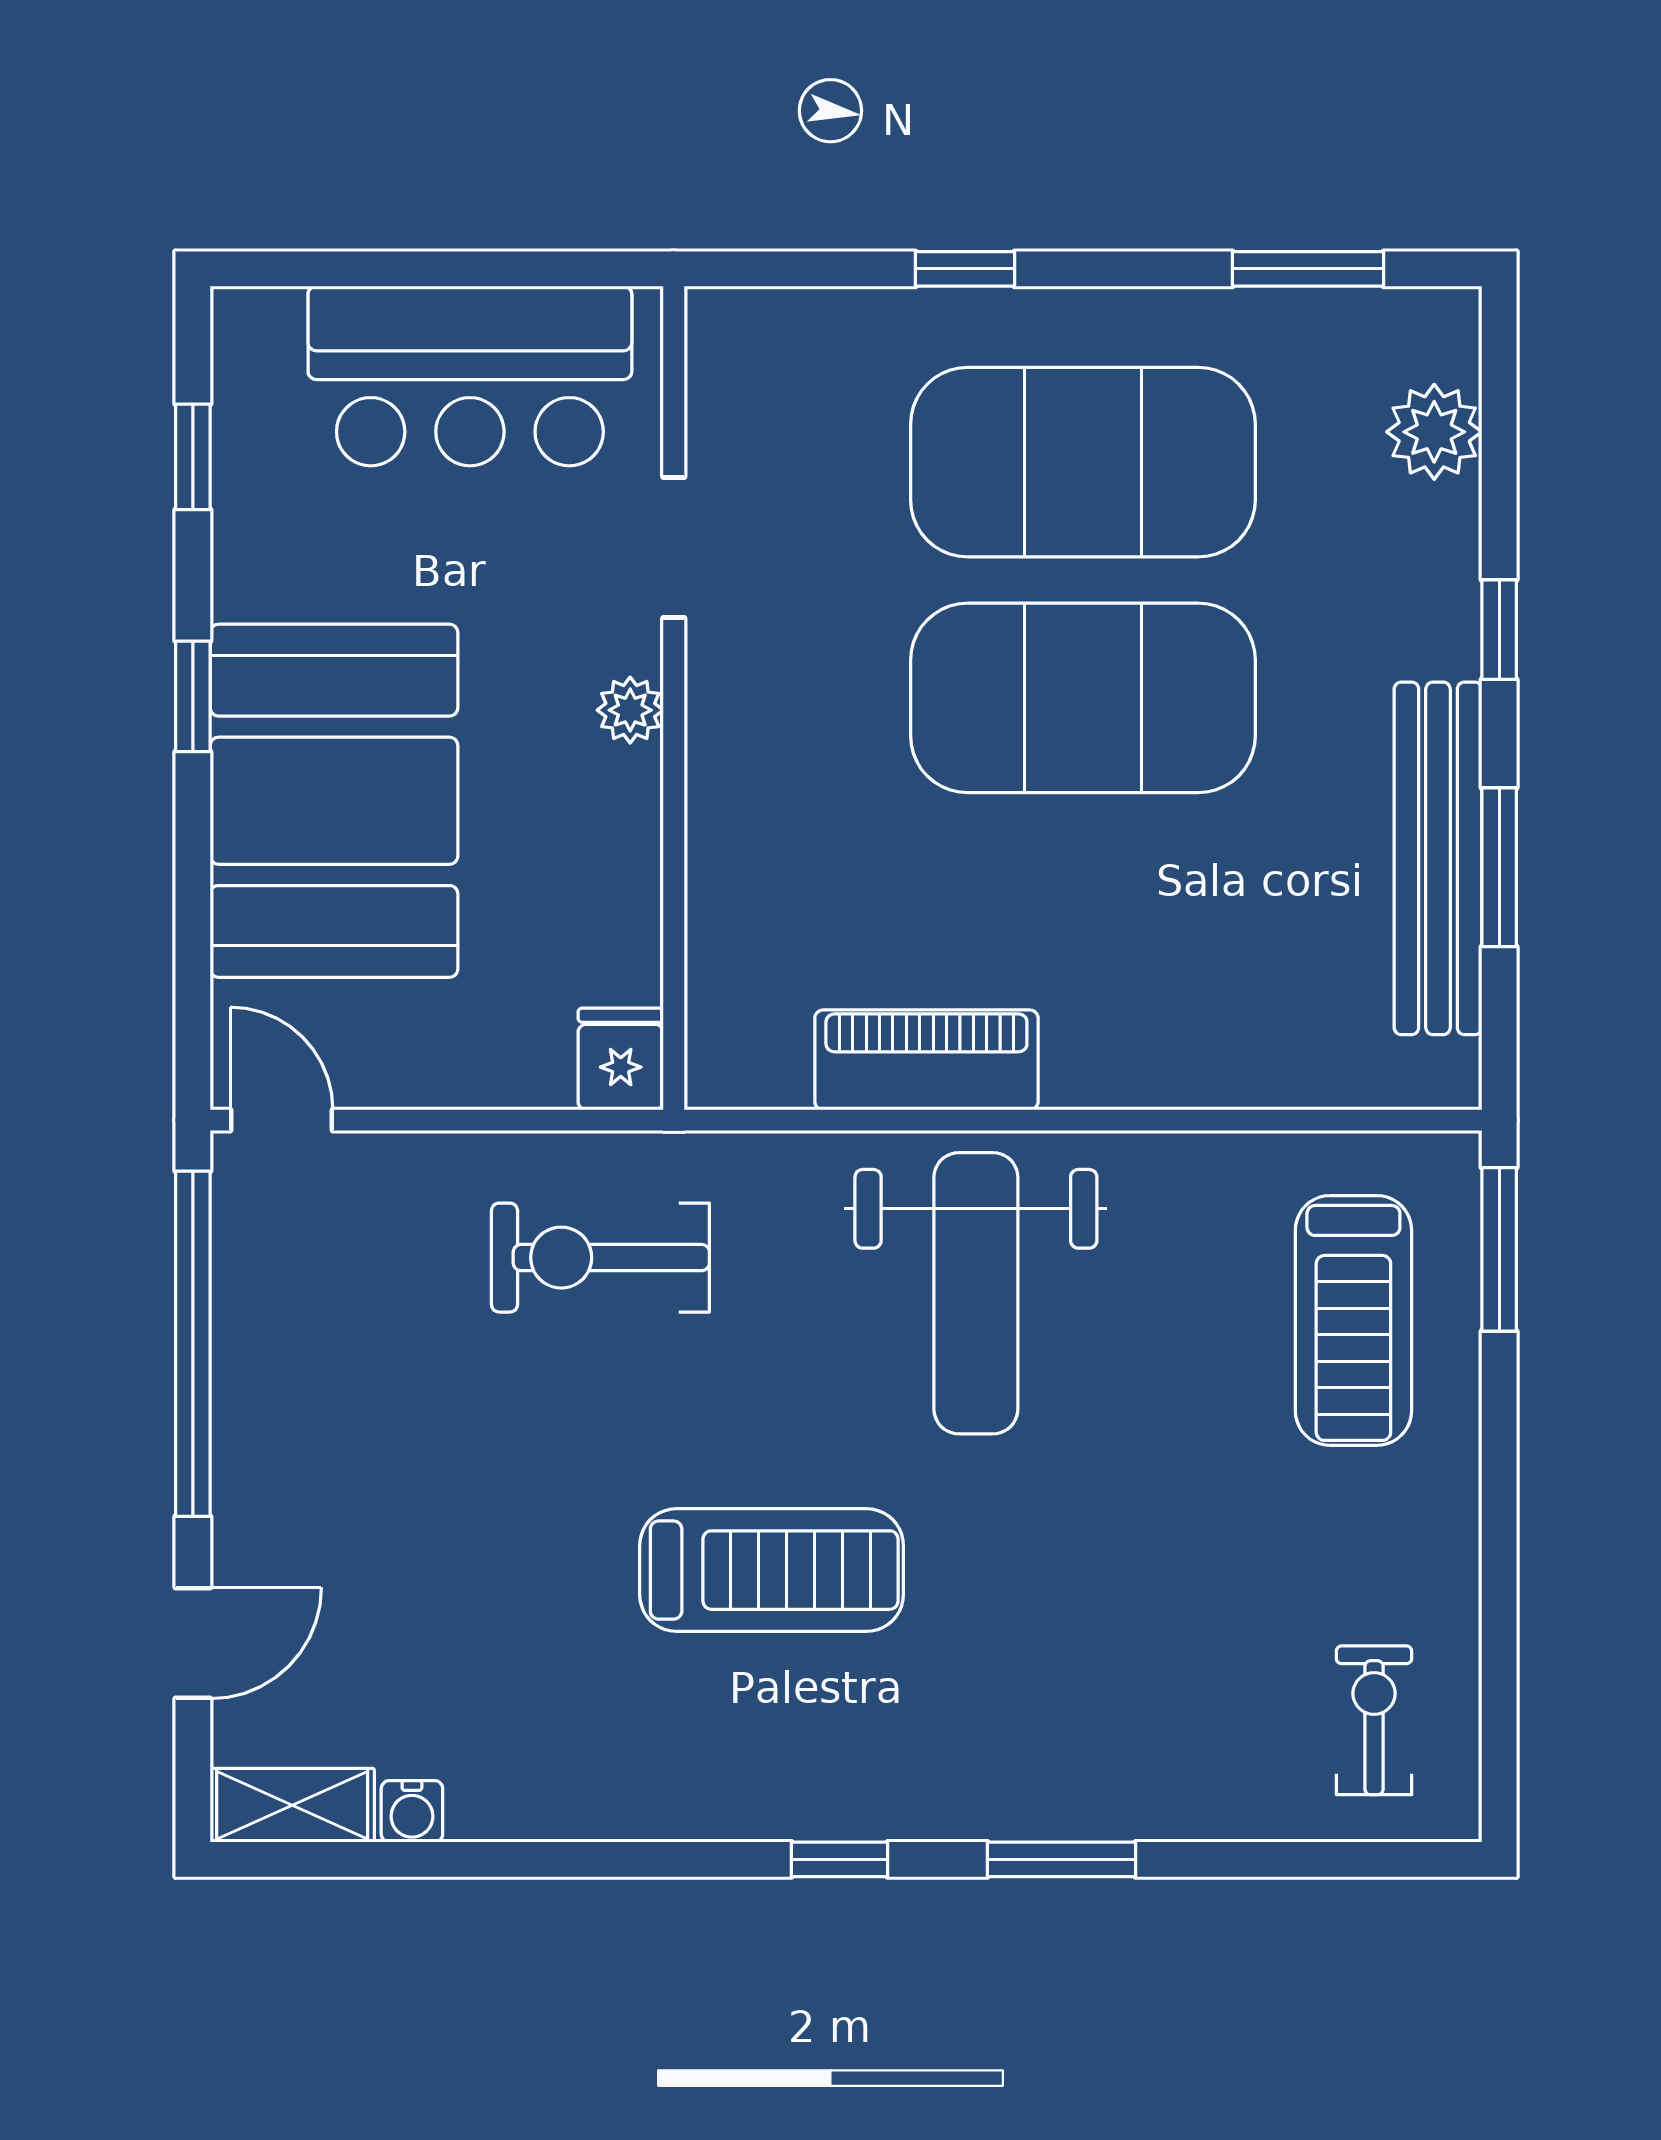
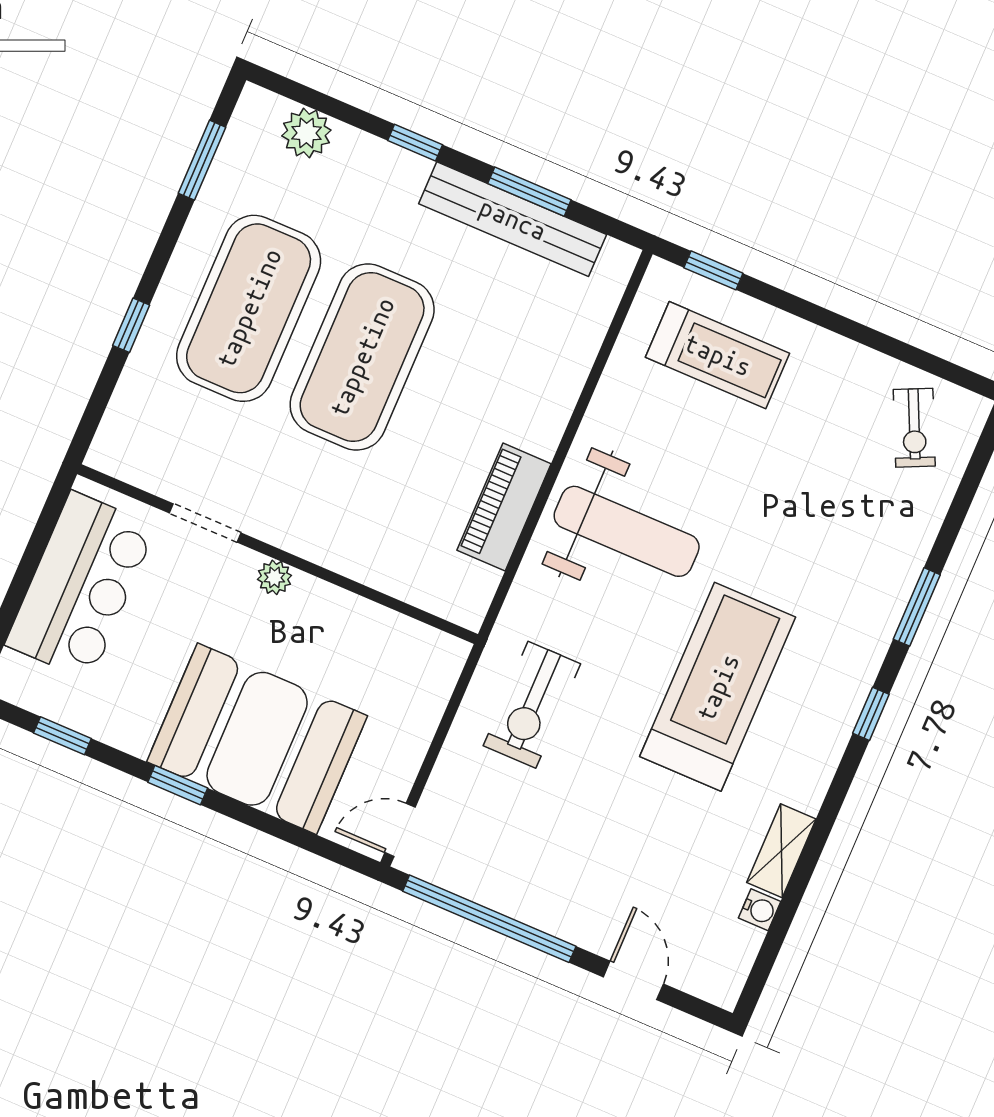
fridge: (621, 1059) -> (440, 654), removed
window: (1499, 1249) -> (713, 270), width x0.67
treadmill: (772, 1570) -> (718, 687), width x1.37, depth x1.38
exercise bike: (1374, 1720) -> (914, 428), turned -115
shelving: (292, 1805) -> (781, 851), moved

